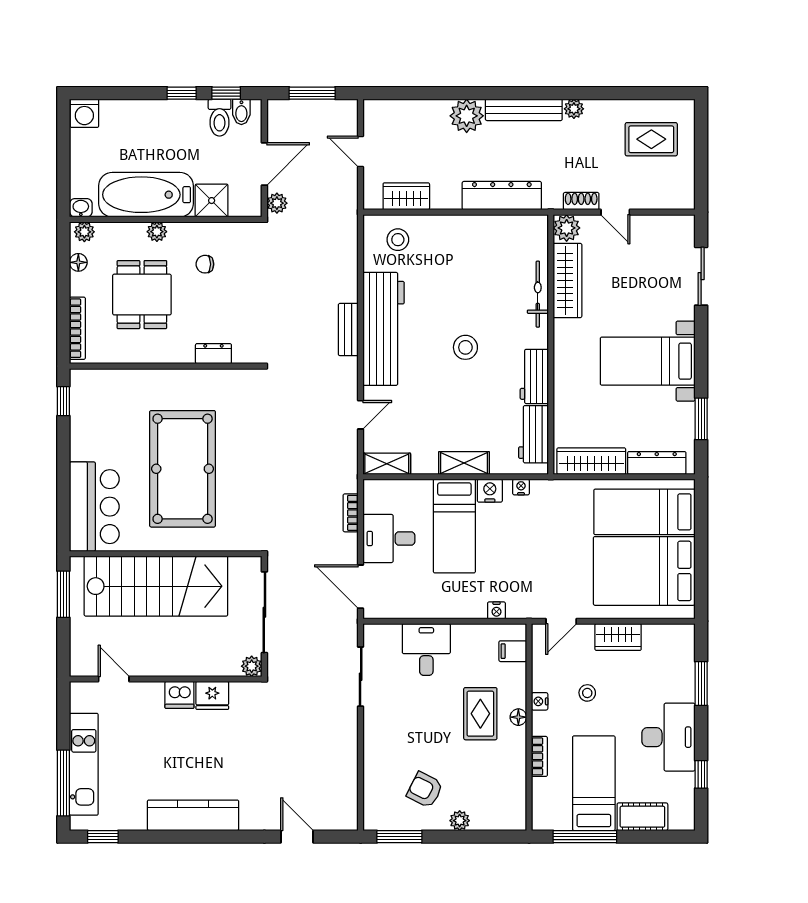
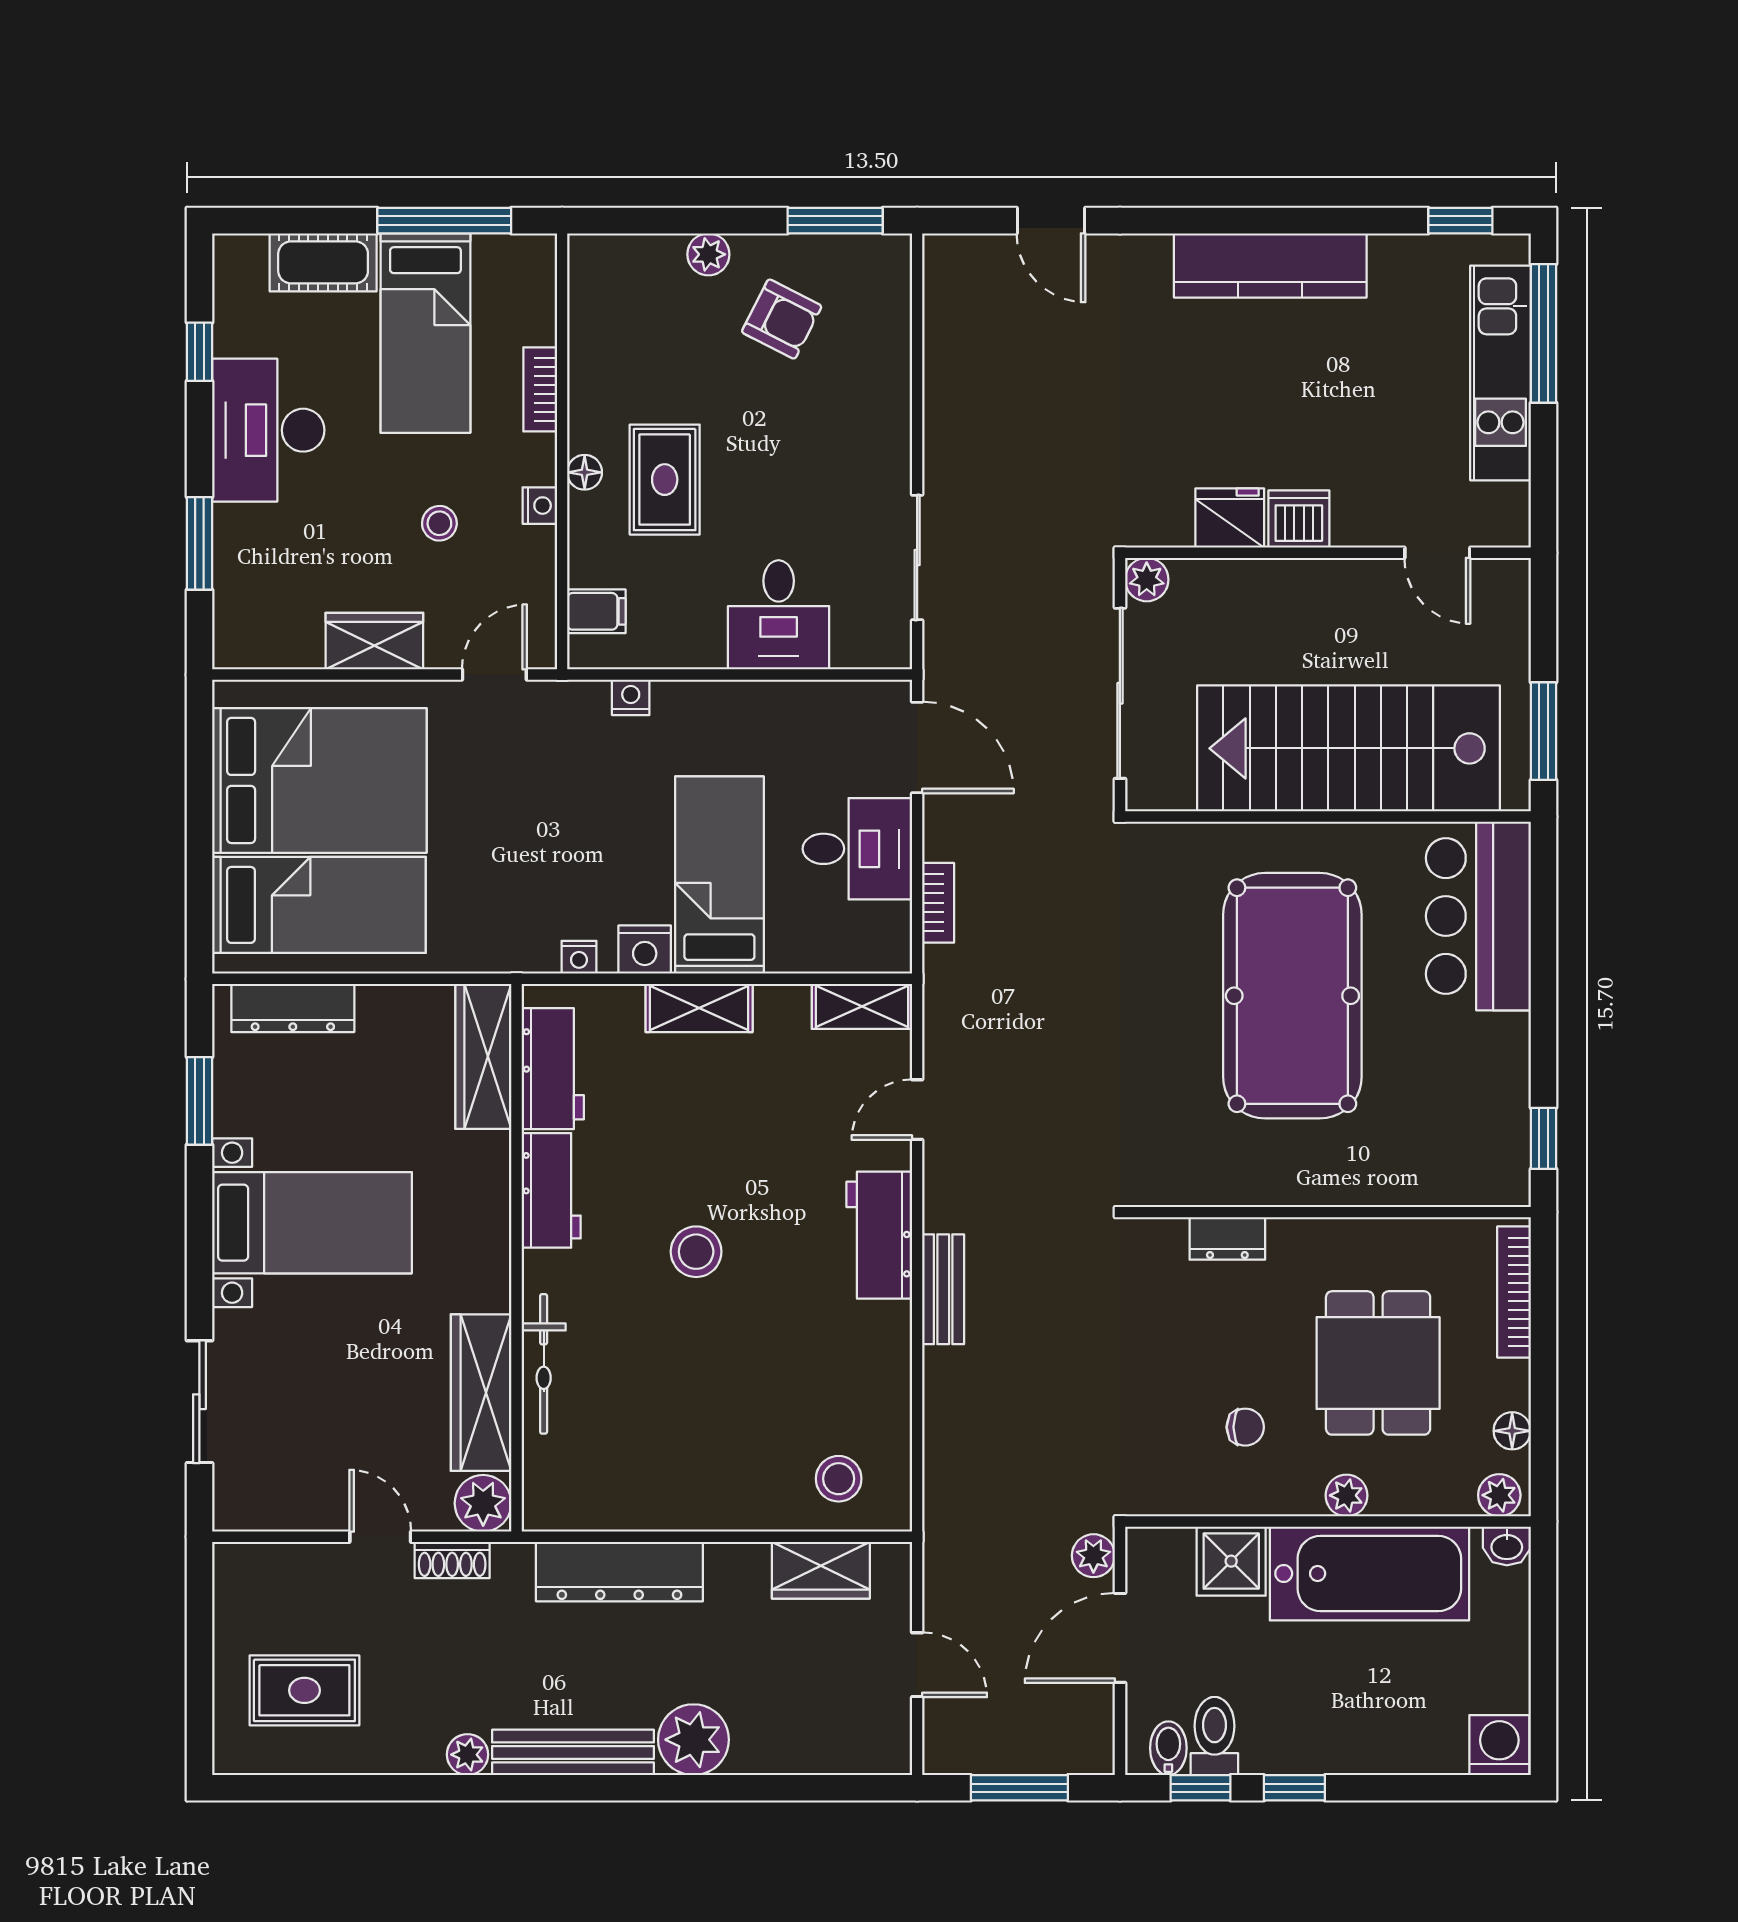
workbench: (384, 329) -> (879, 1235), width x0.53, depth x0.76
wardrobe: (591, 461) -> (483, 1056), moved, turned 90

